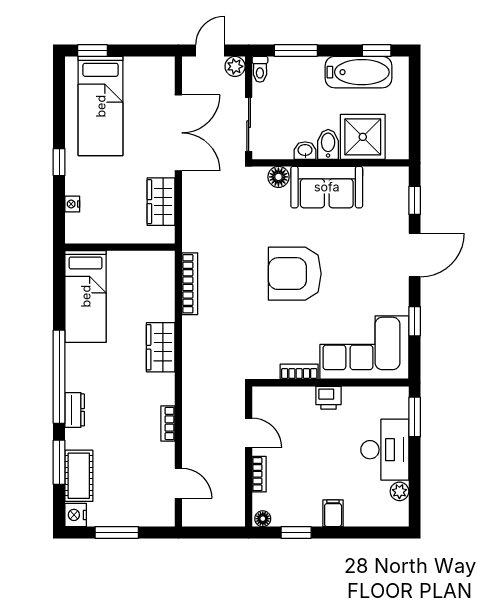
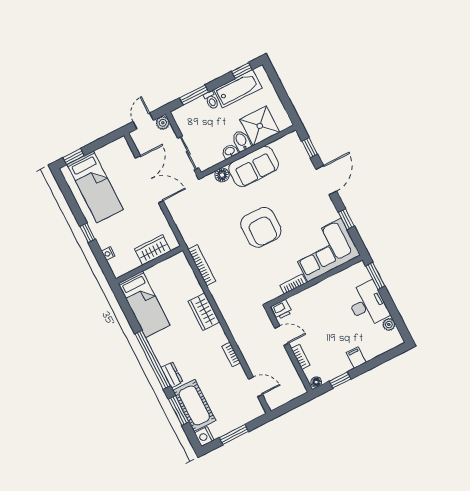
toilet: (260, 69) -> (211, 100), moved
wardrobe: (161, 202) -> (153, 250), moved, turned 90
armchair: (295, 274) -> (261, 227), turned -90
printer: (328, 398) -> (282, 309), moved
cot: (79, 476) -> (194, 405), width x1.37, depth x1.34

